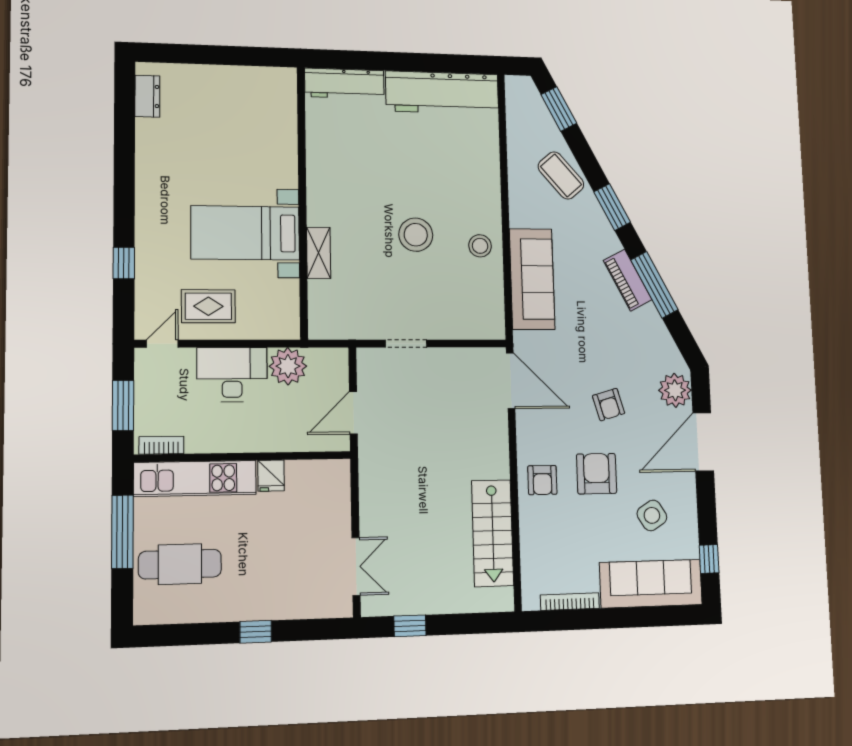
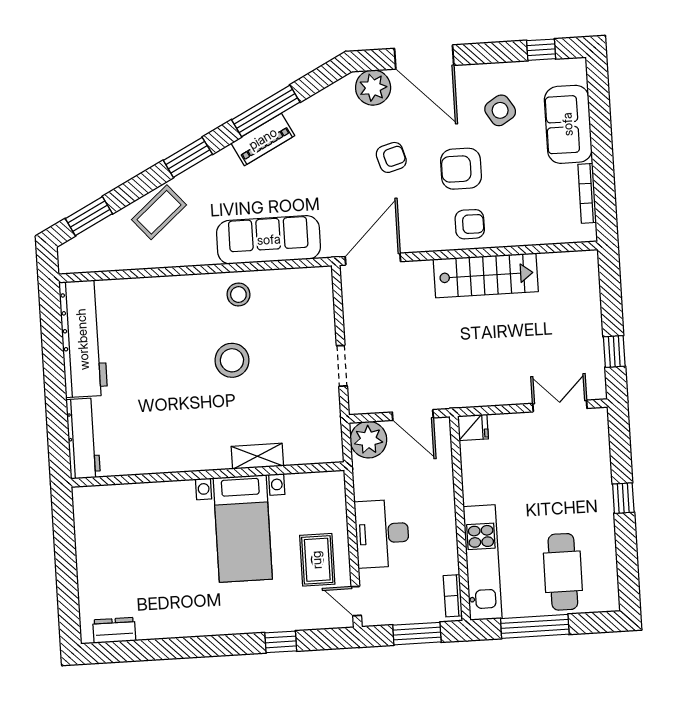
plant: (288, 366) -> (368, 440), moved
fridge: (271, 476) -> (473, 427), moved
stairs: (493, 533) -> (486, 275), moved
sofa: (651, 584) -> (568, 124), width x0.73

